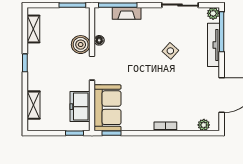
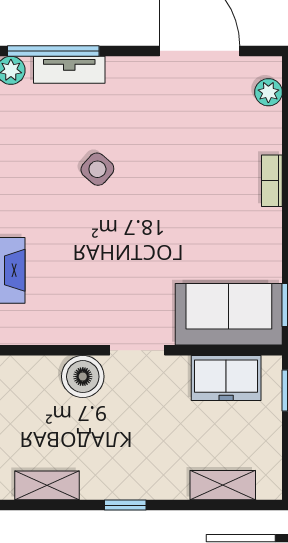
floor lamp: (99, 40) -> (73, 334), removed
tv unit: (213, 45) -> (69, 70), width x0.71

